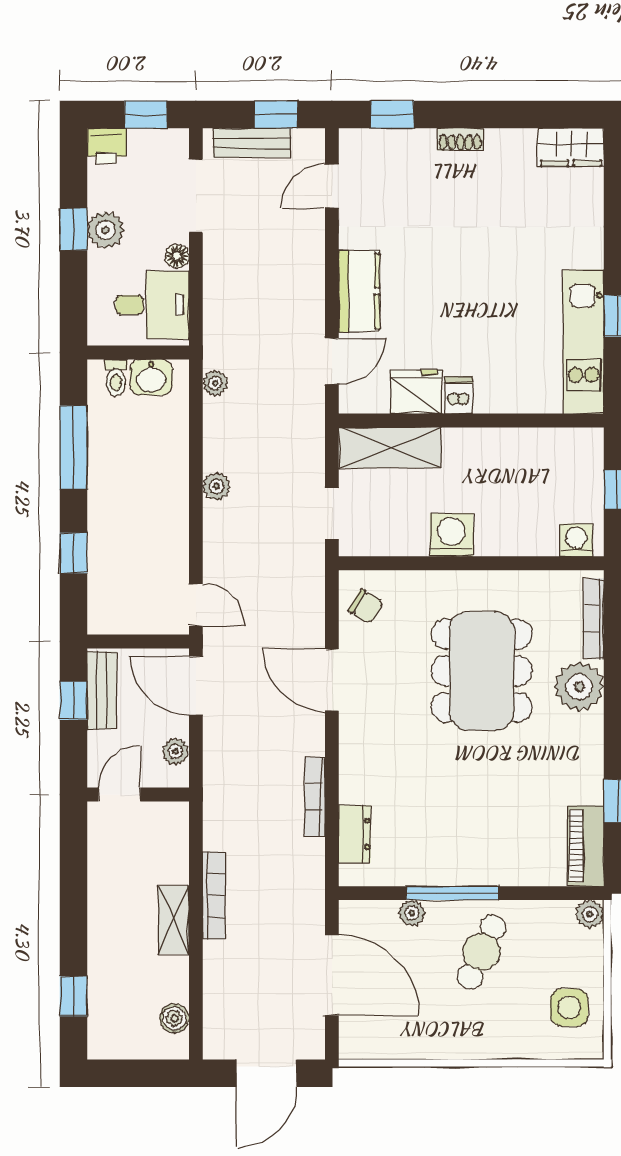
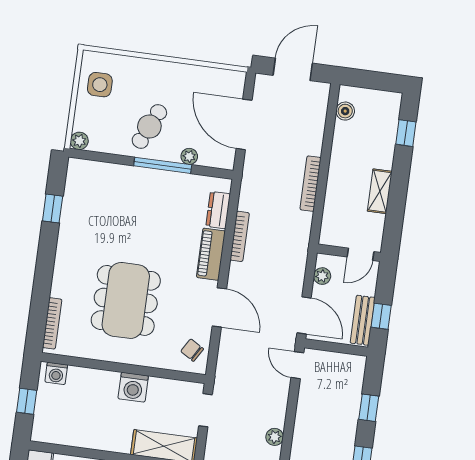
plant: (579, 687) -> (67, 283), removed
piano: (586, 846) -> (211, 254), moved, turned 180
shelving: (174, 920) -> (380, 191), moved

